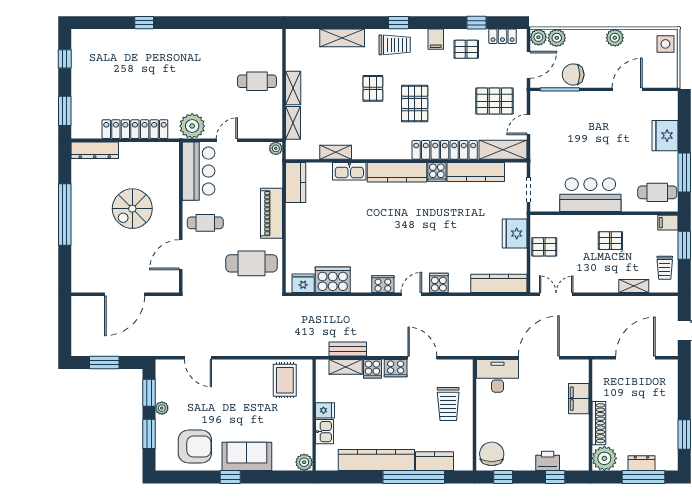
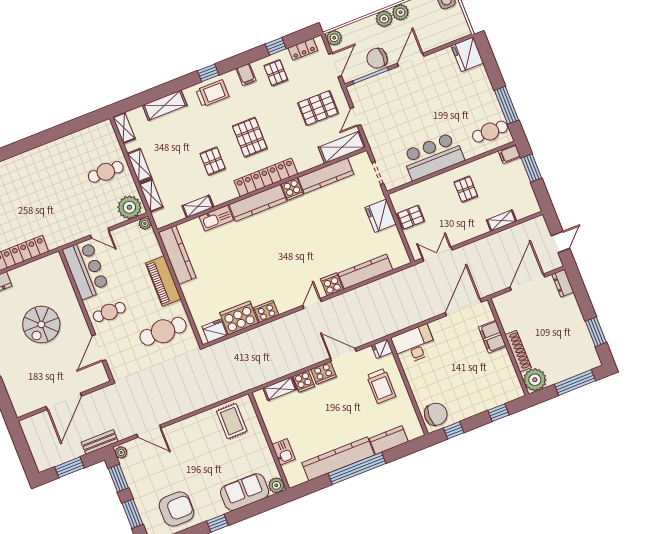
plant: (557, 38) -> (384, 19), moved
shelving: (292, 44) -> (124, 128), added
pallet: (466, 49) -> (276, 73), turned 90
pallet: (373, 88) -> (213, 161), moved
door: (627, 89) -> (411, 60), moved
plant: (192, 126) -> (129, 207), moved
fridge: (665, 136) -> (467, 54), moved
door: (227, 140) -> (100, 233), swing flipped
locker: (445, 150) -> (266, 177), moved
kitchen counter: (296, 183) -> (177, 255), width x1.50
pallet: (610, 241) -> (466, 189), turned 90
trolley: (665, 268) -> (522, 194), removed
kitchen counter: (499, 283) -> (365, 272), moved
cooker: (383, 284) -> (266, 311), moved
bench: (348, 349) -> (100, 442), moved
door: (539, 358) -> (463, 307), moved
plant: (162, 408) -> (121, 452), moved
fridge: (325, 410) -> (382, 349), moved, turned 180
chair: (492, 454) -> (436, 414), turned 90
sofa: (247, 456) -> (245, 492), moved
printer: (548, 461) -> (487, 401), removed
dresser: (641, 463) -> (563, 283), moved, turned -90
window: (414, 477) -> (357, 468), moved

